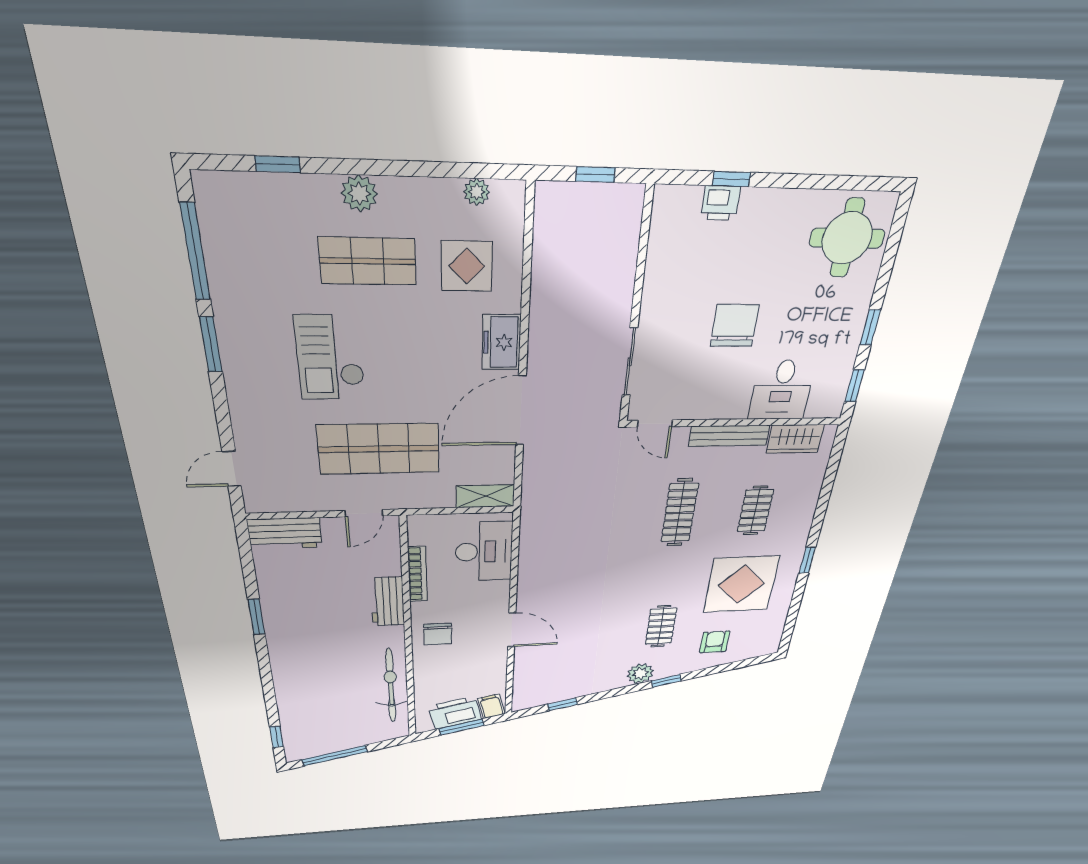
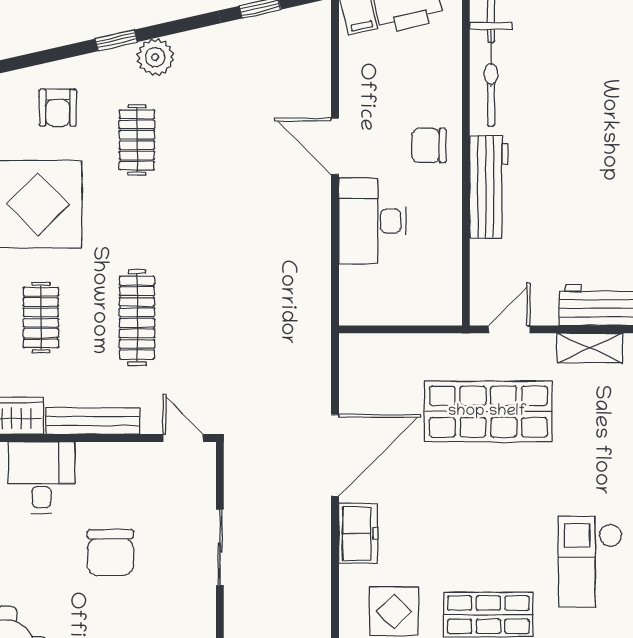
checkout: (330, 358) -> (590, 562), moved, turned 180
sliding door: (630, 362) -> (220, 548), moved
shelving: (485, 496) -> (590, 348), moved
desk: (484, 552) -> (372, 221), moved
bookcase: (418, 574) -> (452, 241), removed
workbench: (387, 602) -> (489, 187), width x1.38
chair: (438, 634) -> (429, 145), turned -90

